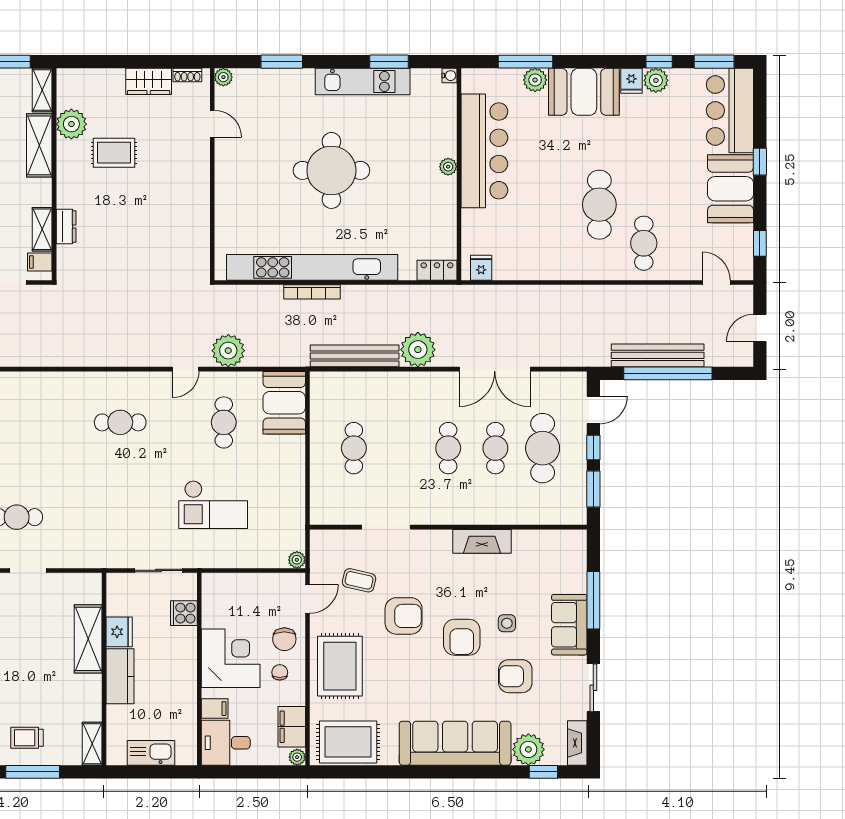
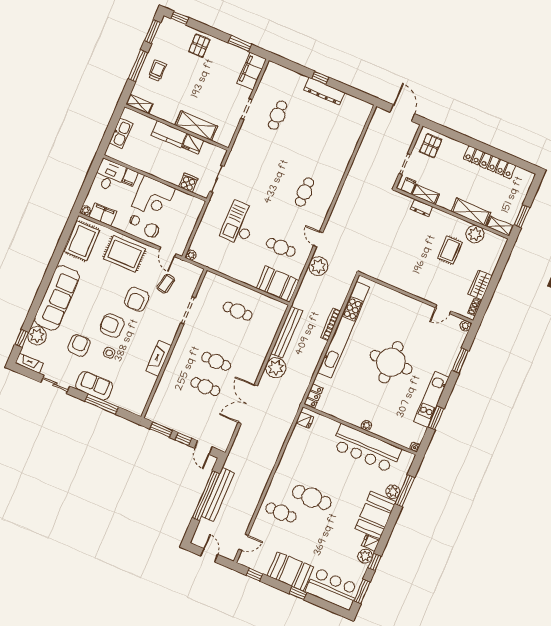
cafe table: (543, 448) -> (195, 412), removed

